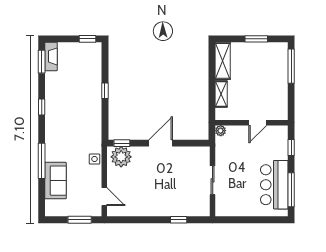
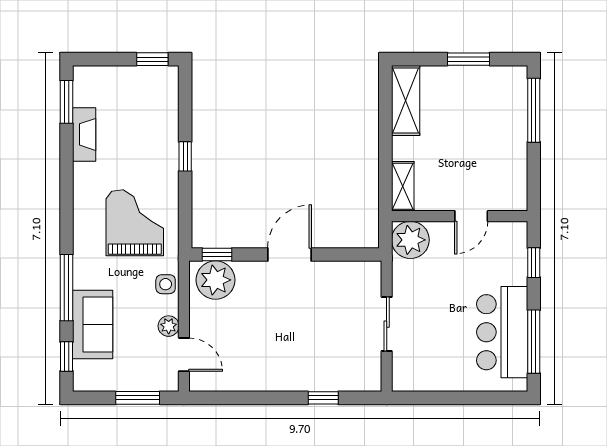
fireplace: (51, 56) -> (84, 134), moved
shelving: (221, 94) -> (403, 186), moved
window: (42, 107) -> (67, 357), moved
grand piano: (78, 126) -> (135, 223), added
plant: (221, 131) -> (410, 240), width x1.87, depth x1.87
plant: (96, 181) -> (169, 326), added

